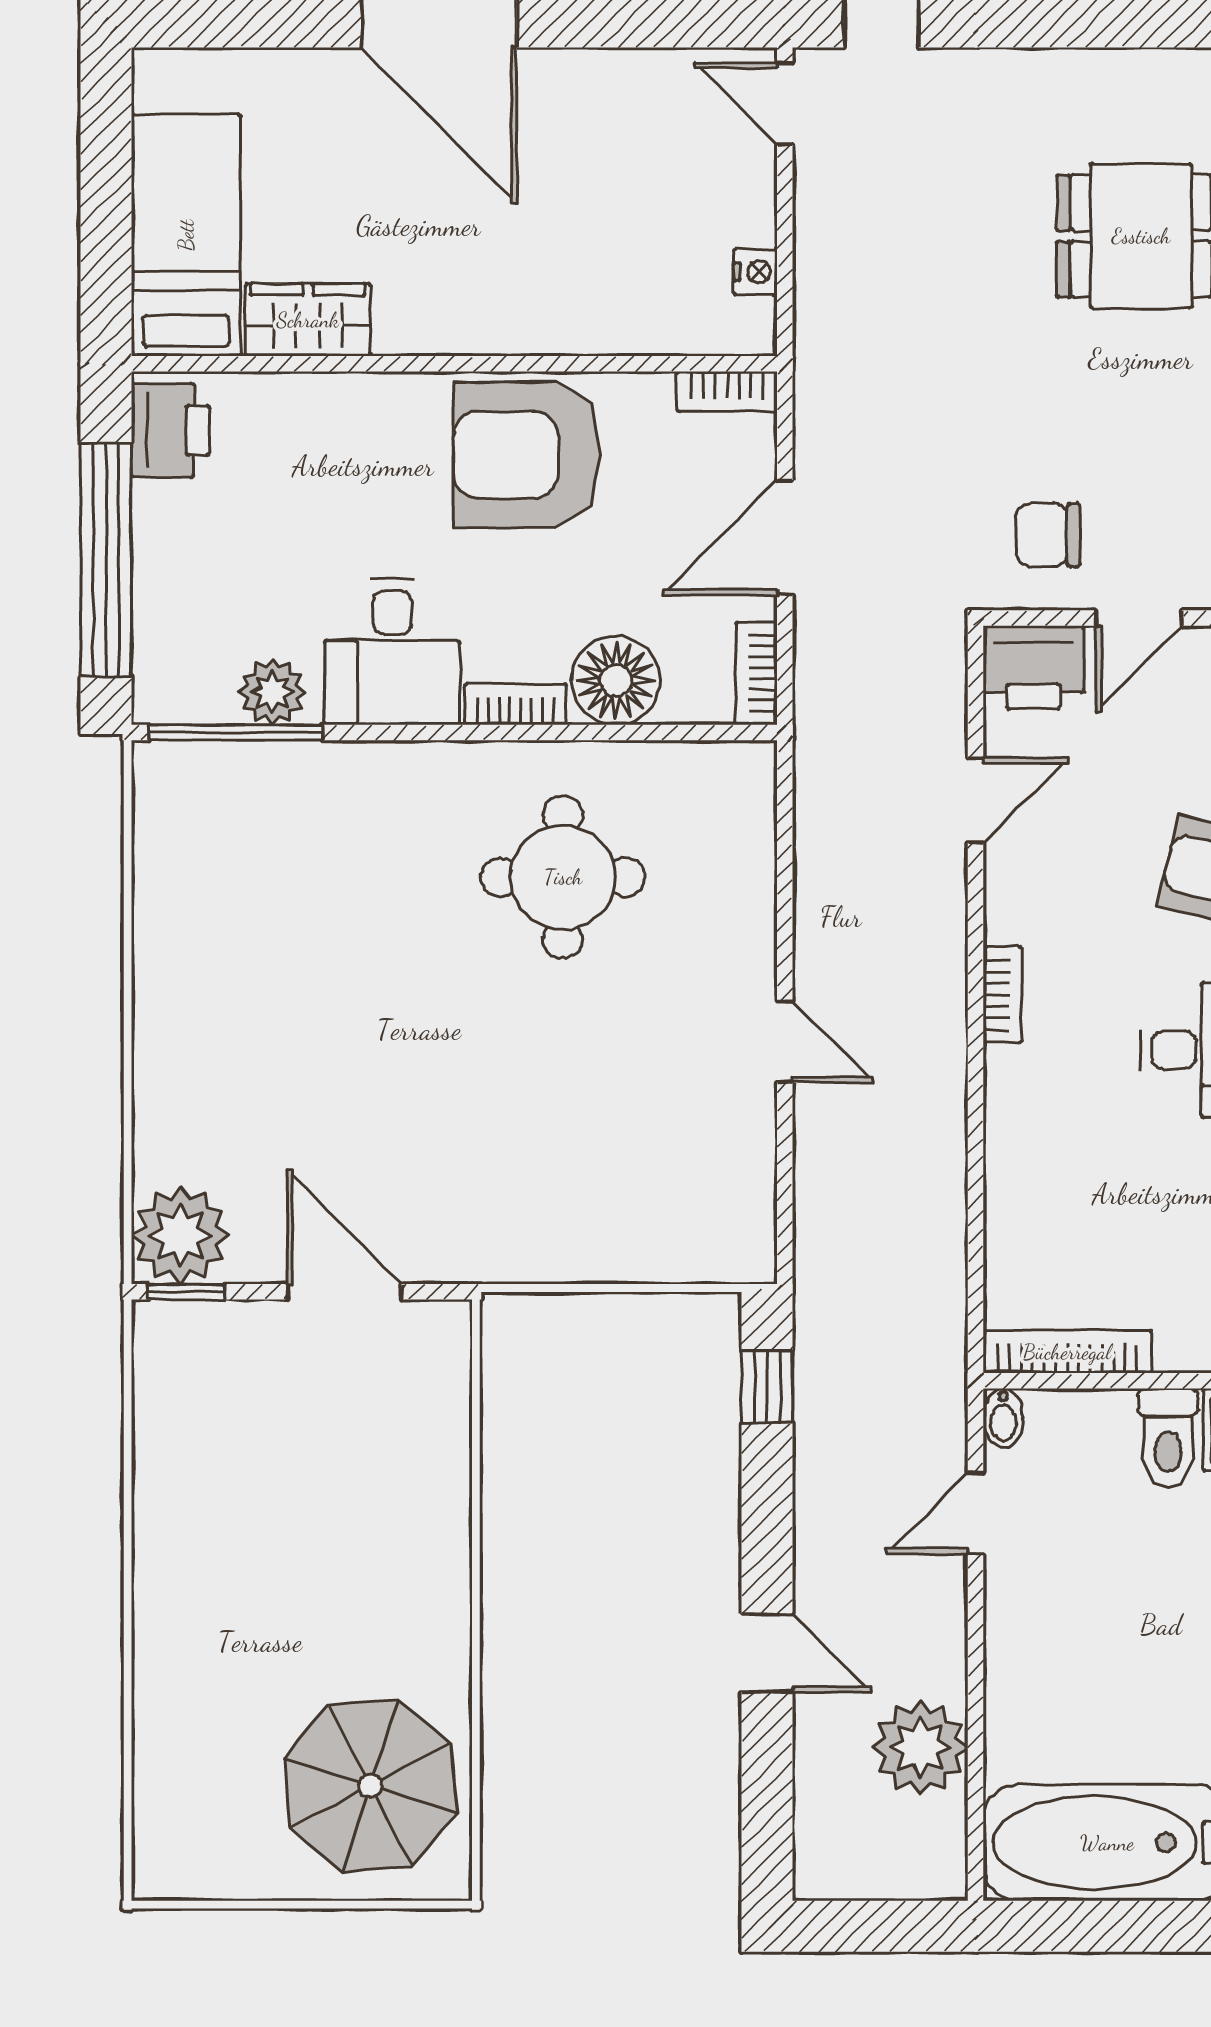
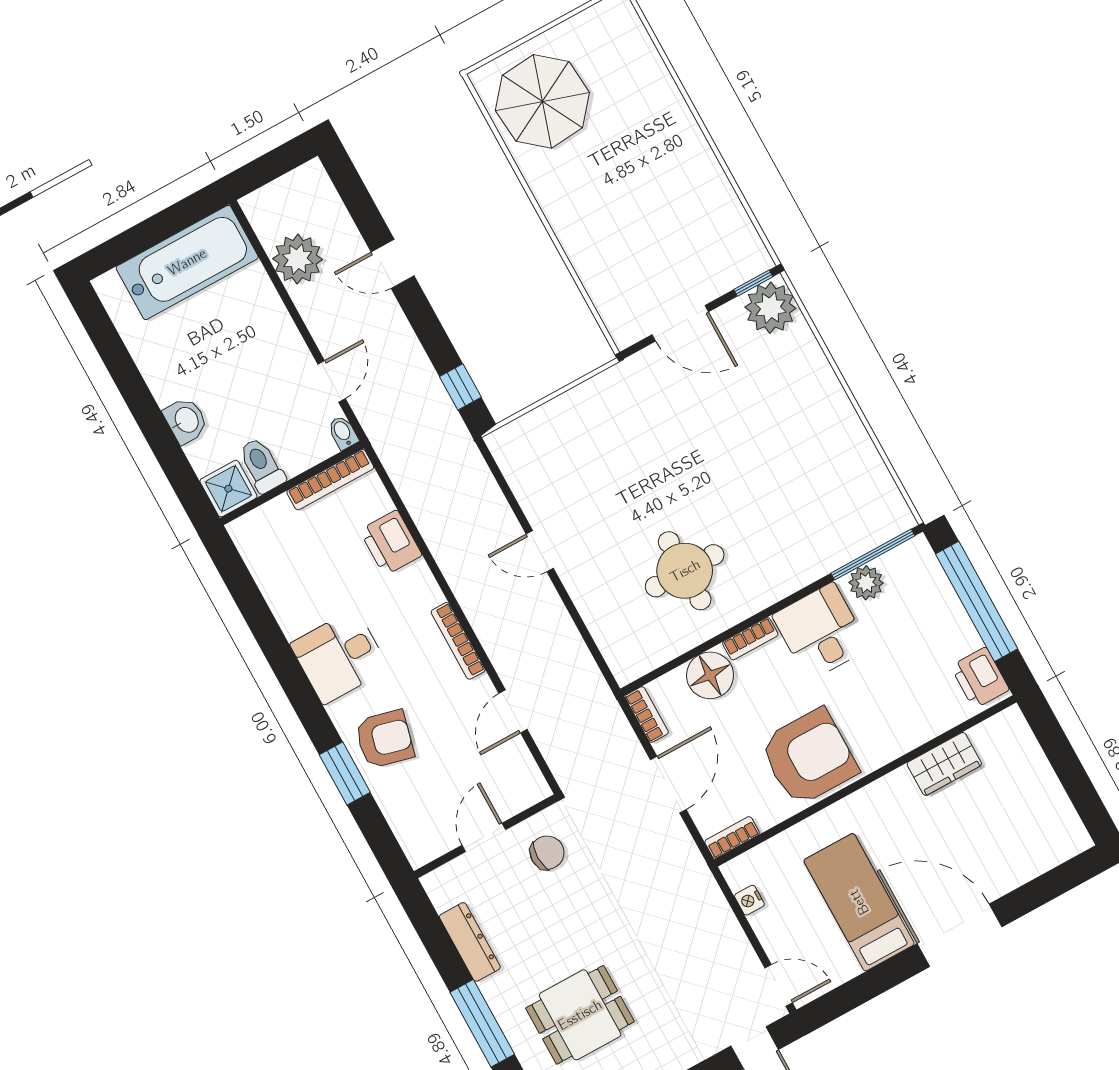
bed: (186, 235) -> (859, 902), moved, turned 180
printer: (1033, 667) -> (391, 543), moved, turned -90
bookcase: (1002, 995) -> (458, 641), width x1.56

